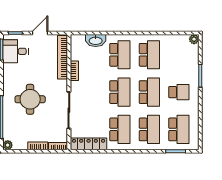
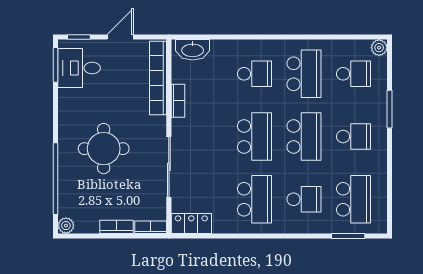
washbasin: (96, 40) -> (193, 50), moved
school desk: (120, 55) -> (254, 74), width x0.54
school desk: (179, 55) -> (354, 74), added
school desk: (149, 129) -> (304, 199), width x0.54
locker: (89, 144) -> (191, 223), width x0.66

